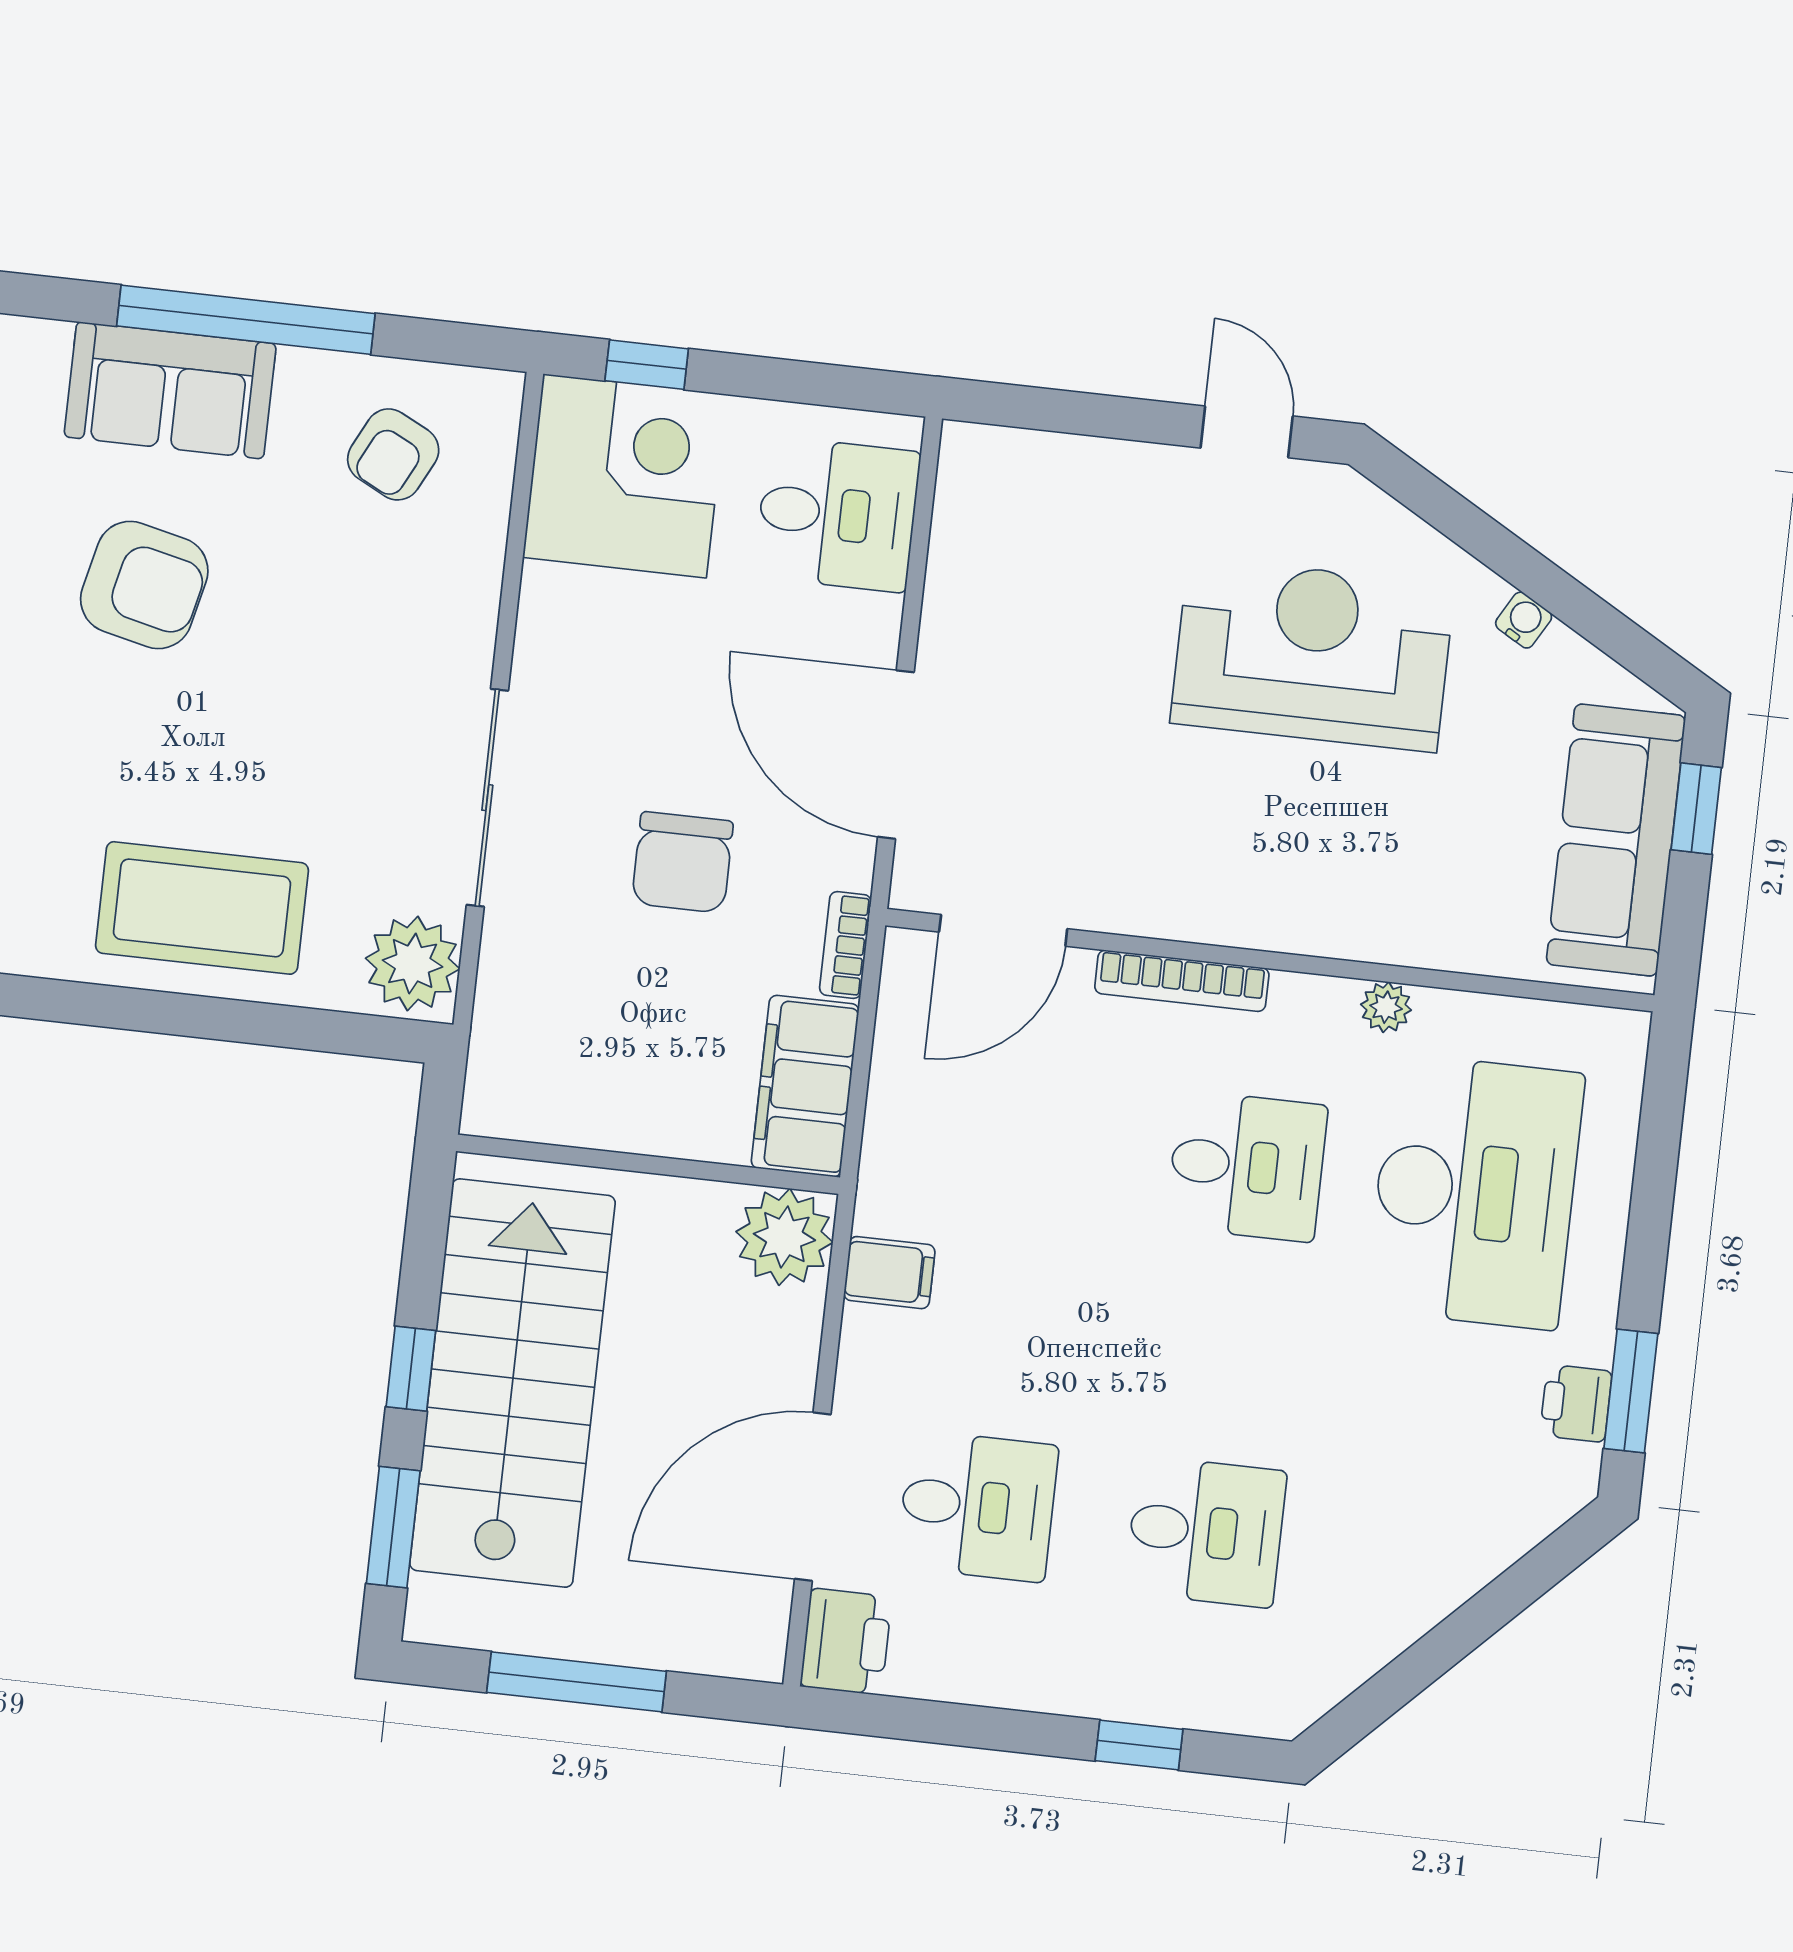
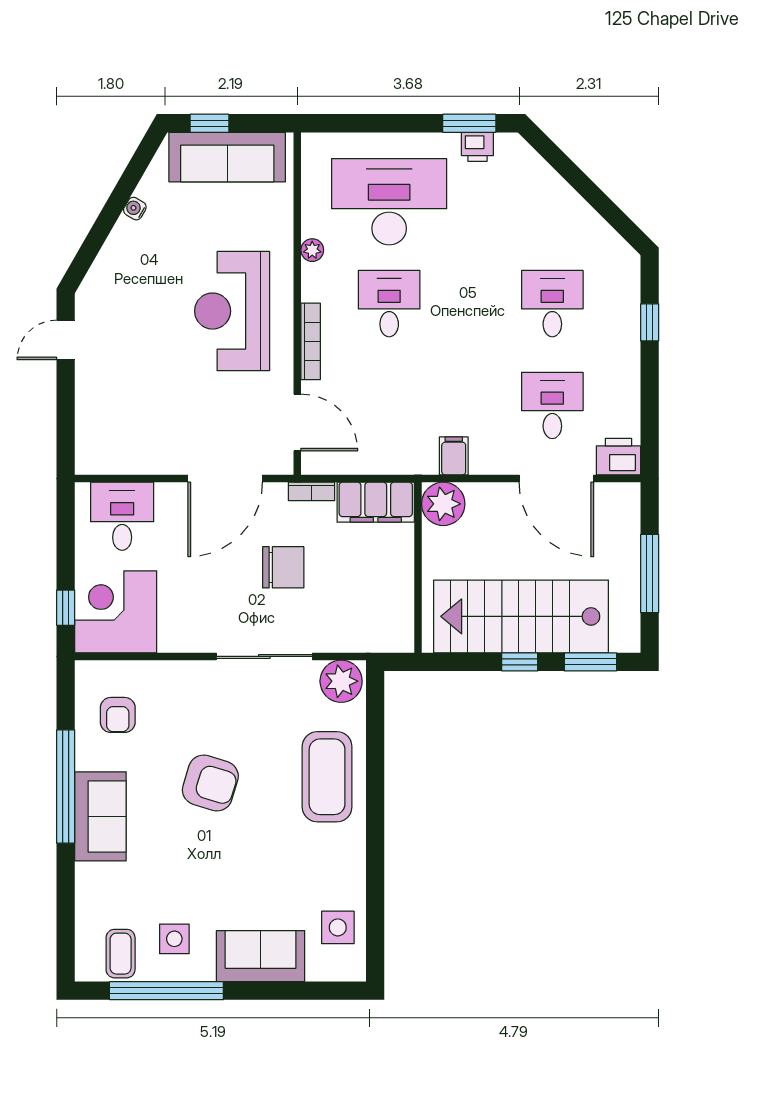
armchair: (393, 454) -> (118, 715), turned 63
armchair: (144, 585) -> (210, 783), moved, turned 94
reception desk: (1312, 654) -> (232, 311), moved

